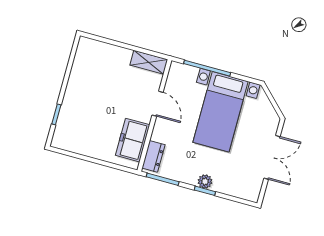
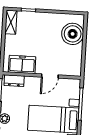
boiler: (104, 58) -> (73, 34), added
shelving: (149, 62) -> (11, 22), moved

